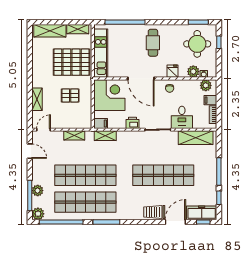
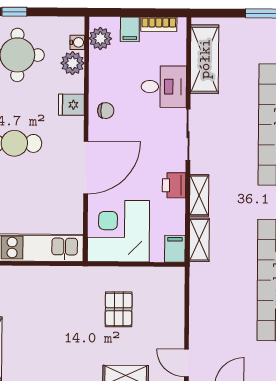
pallet: (71, 62) -> (52, 306), removed
shelving: (74, 135) -> (199, 195), moved

